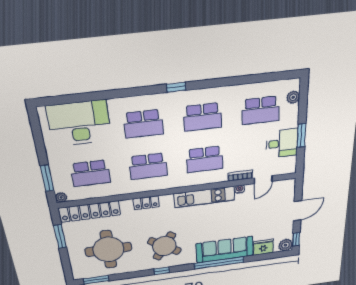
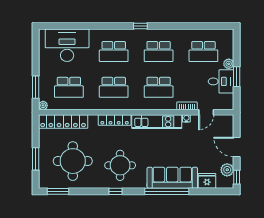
plant: (293, 97) -> (229, 64), moved
locker: (146, 203) -> (115, 120), width x1.53
door: (298, 211) -> (237, 147), swing flipped
window: (60, 237) -> (36, 159), moved
plant: (286, 245) -> (227, 170), moved
round table: (164, 246) -> (120, 165), turned -33

